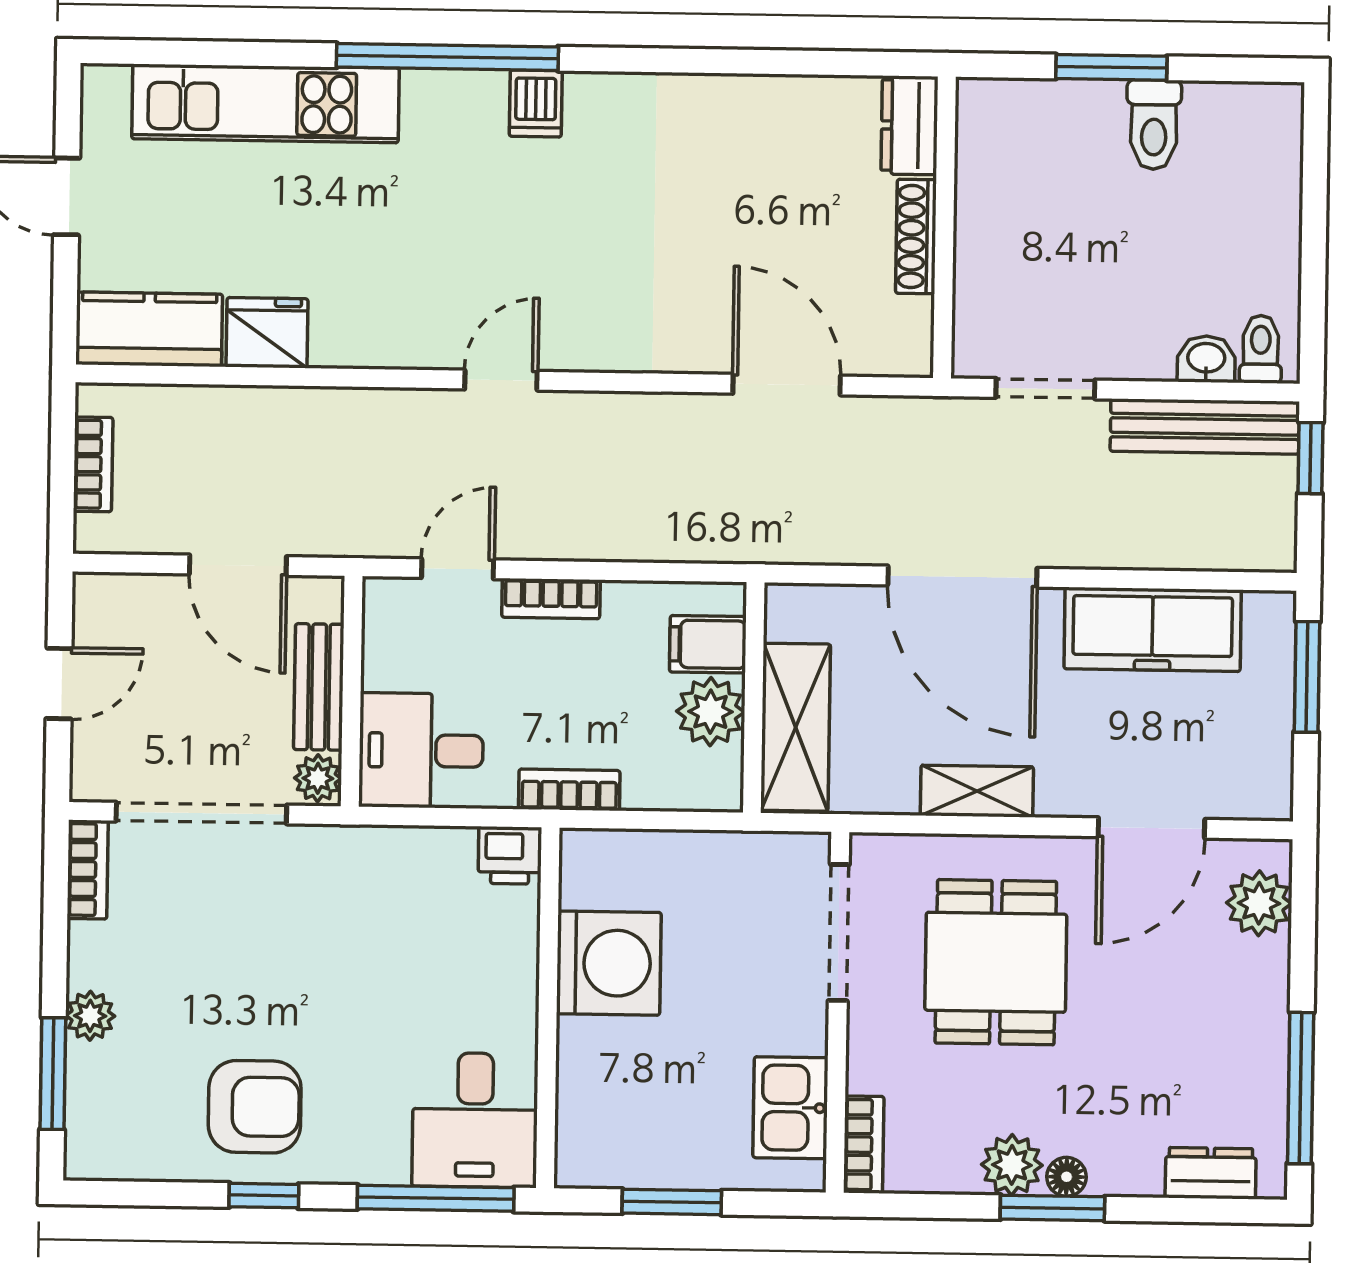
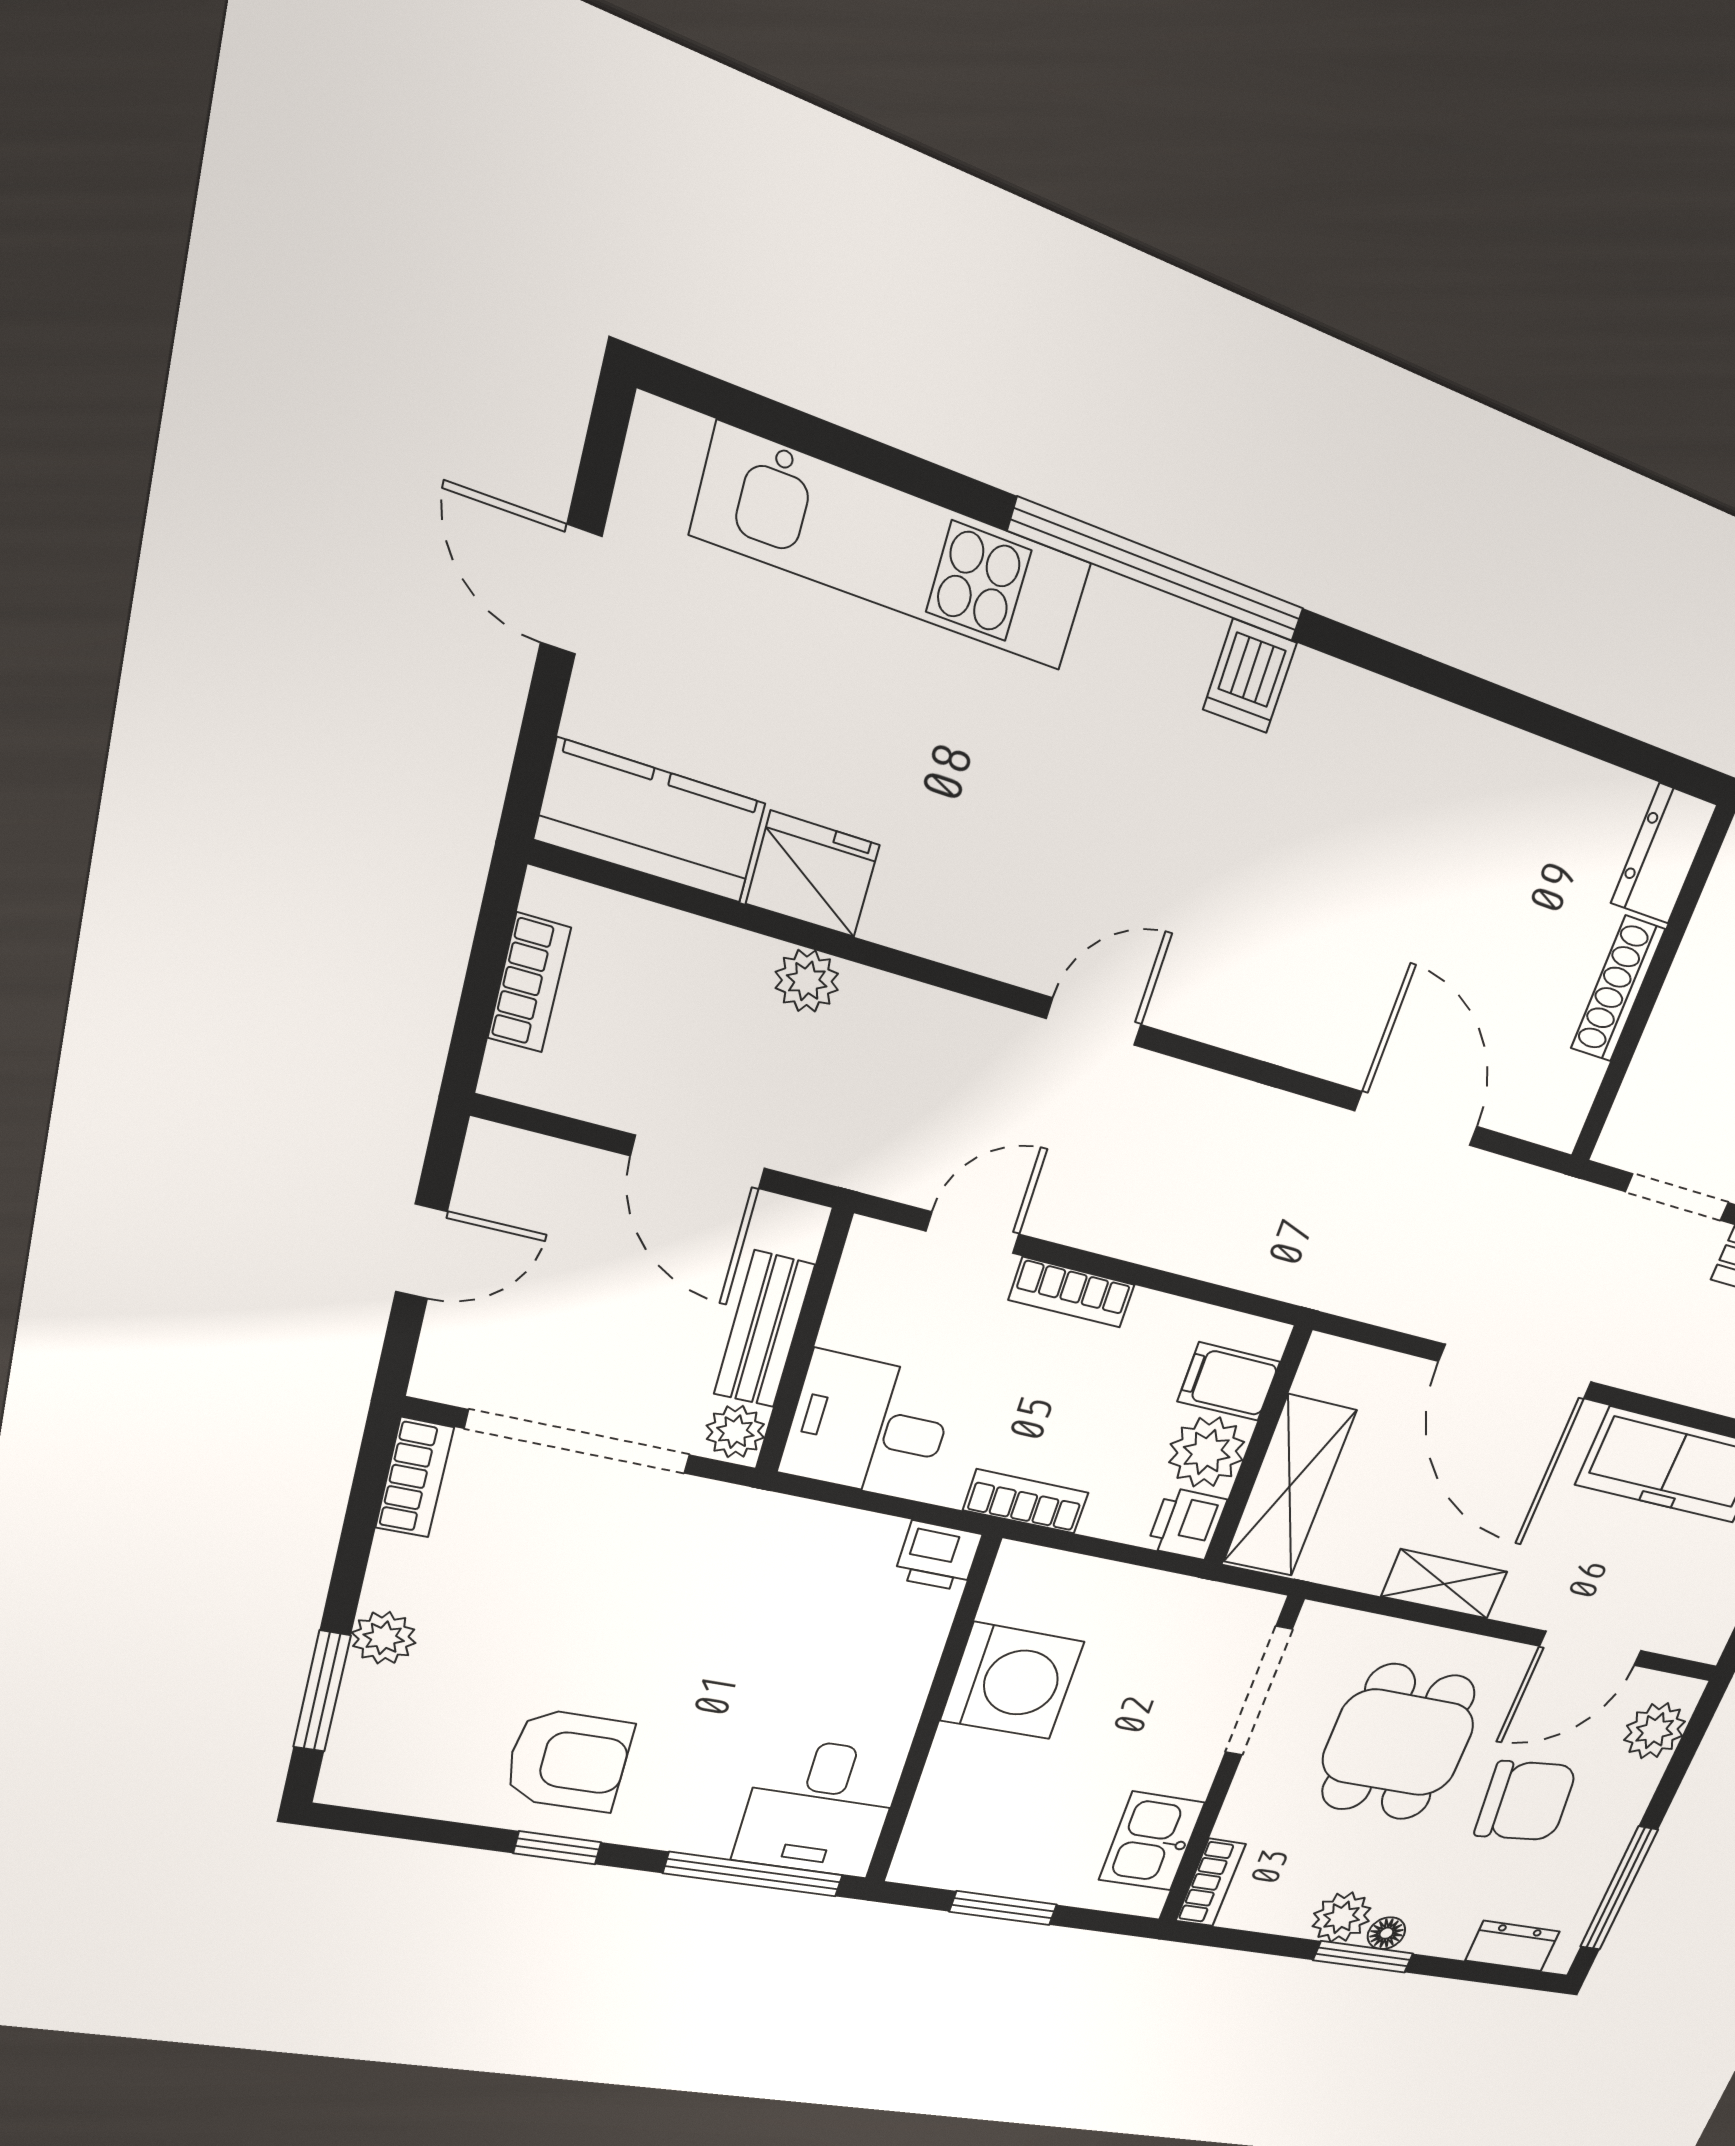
plant: (282, 409) -> (807, 981), added
printer: (715, 781) -> (1187, 1524), added
chair: (1154, 1004) -> (1526, 1801), added

